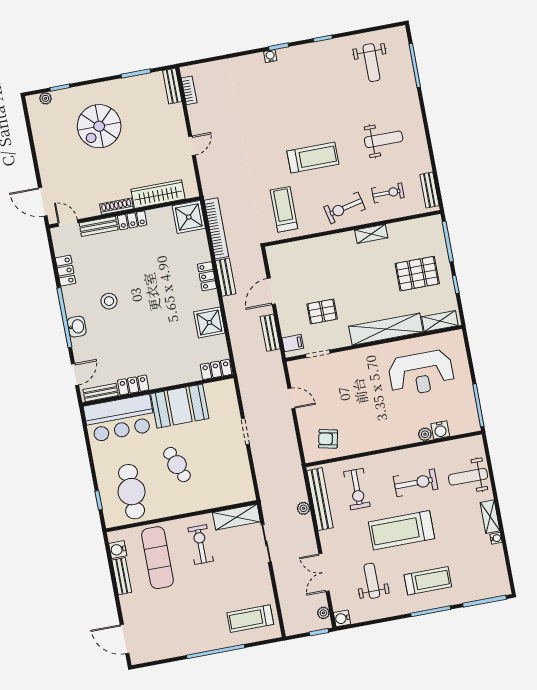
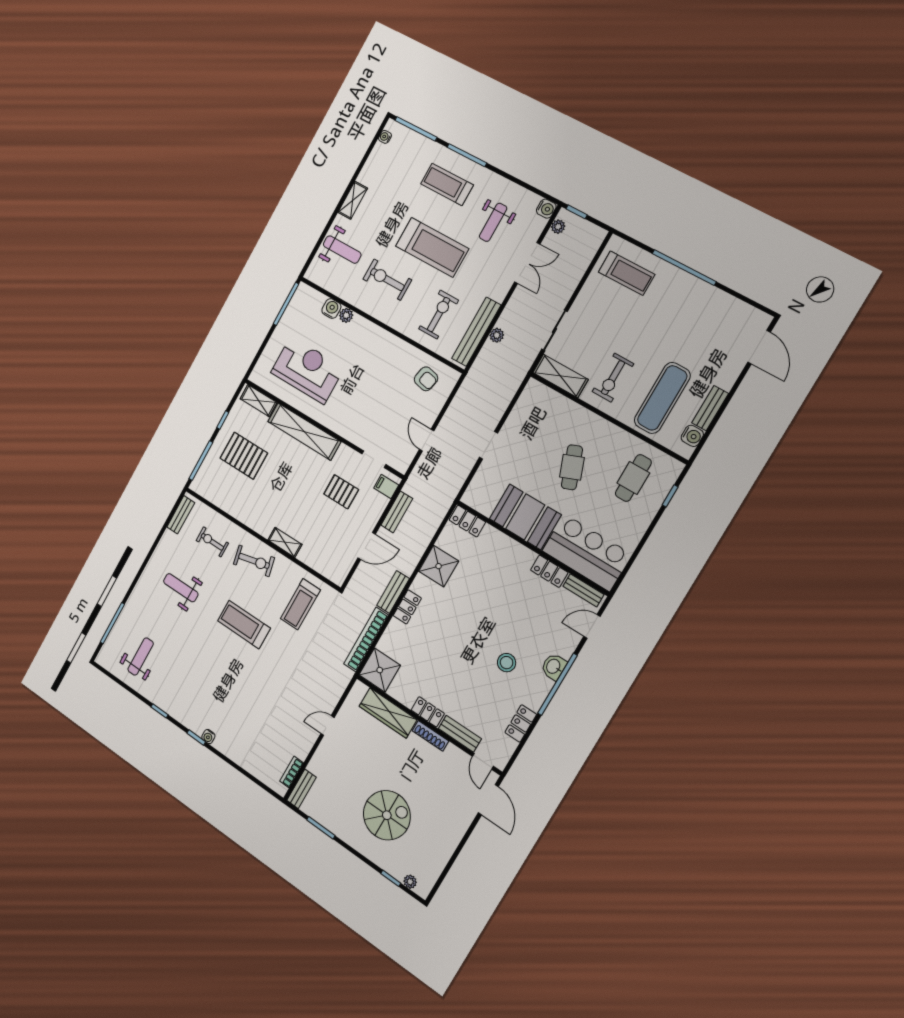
shelving: (371, 234) -> (285, 542), moved
cafe table: (132, 492) -> (633, 478), width x0.73, depth x0.74
water cooler: (496, 538) -> (385, 137), moved

